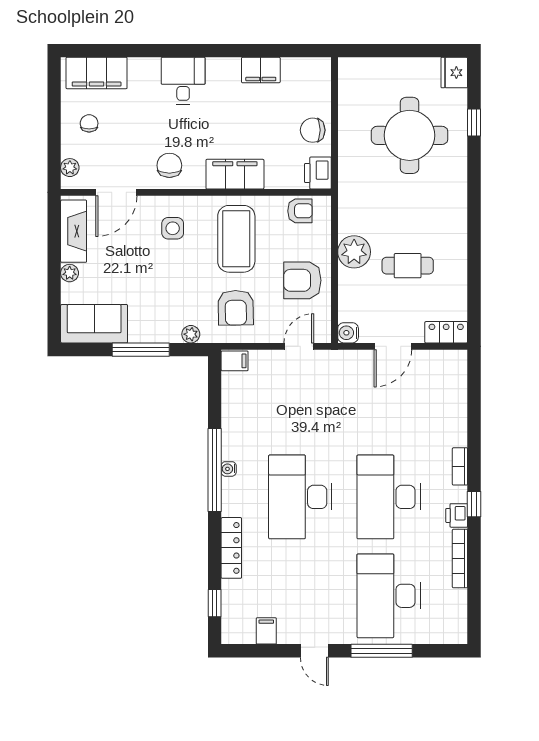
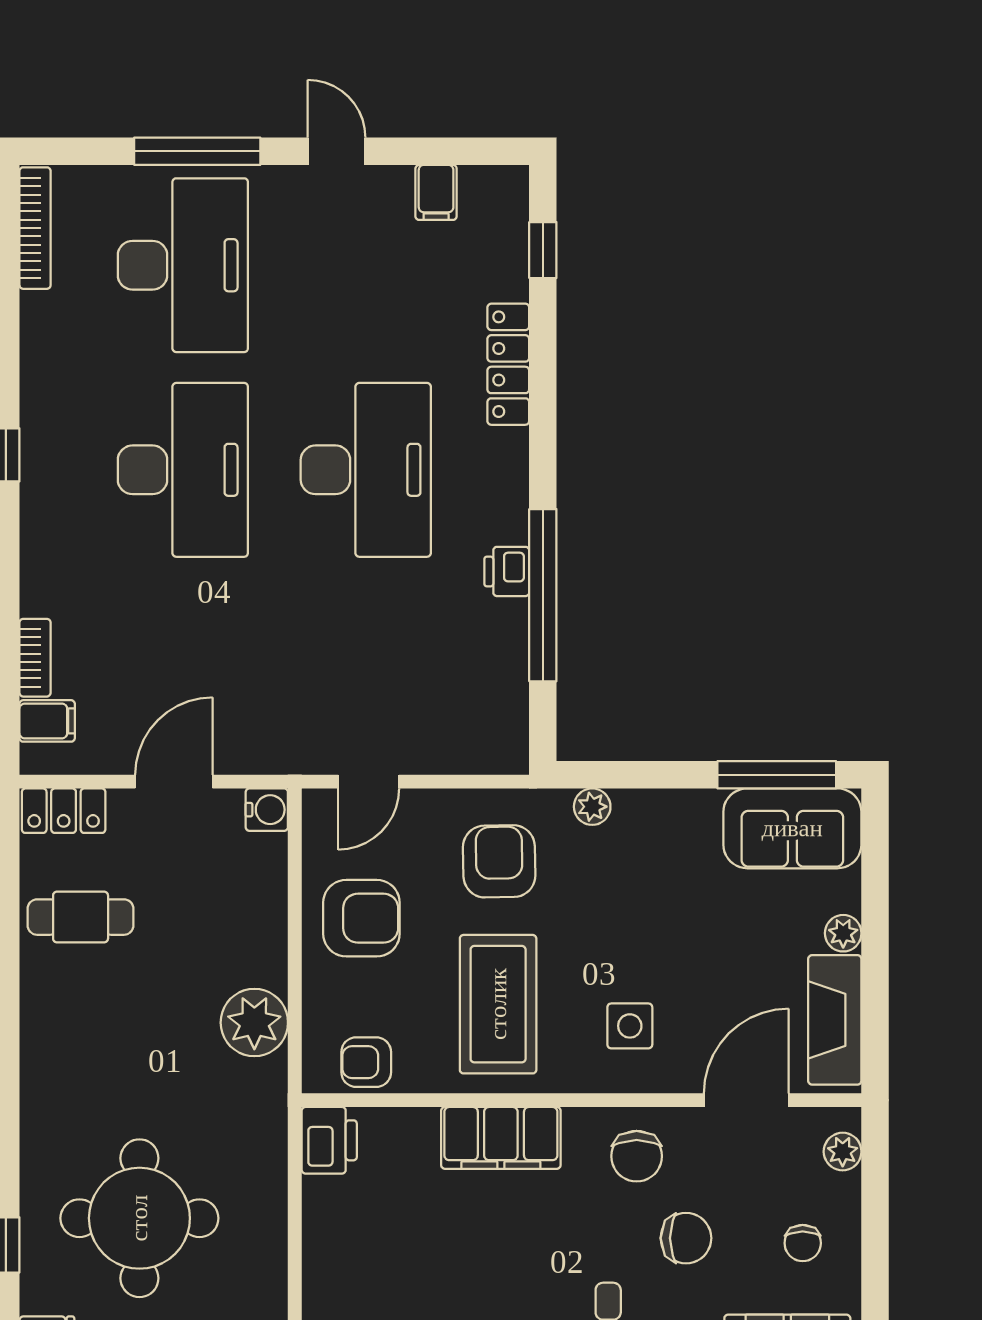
chair: (313, 130) -> (686, 1238), moved
plant: (354, 252) -> (254, 1023), moved
cafe table: (408, 266) -> (81, 917), moved
window: (141, 350) -> (777, 775), moved
filing cabinet: (235, 361) -> (47, 721), moved, turned 180
bookcase: (460, 466) -> (35, 658), moved
water cooler: (229, 469) -> (514, 528), removed
window: (215, 470) -> (543, 595), moved
printer: (457, 515) -> (507, 571), moved, turned 180
bookcase: (460, 559) -> (35, 228), moved

